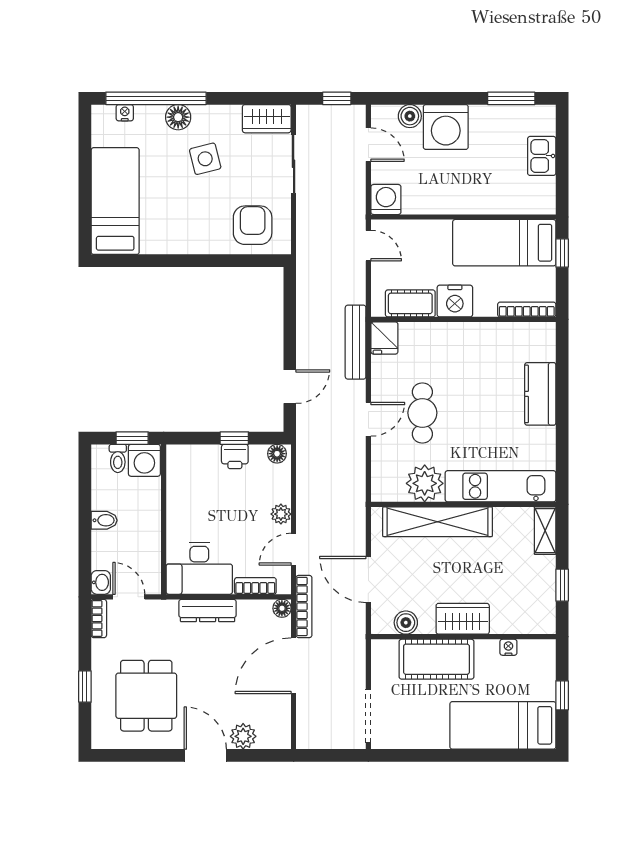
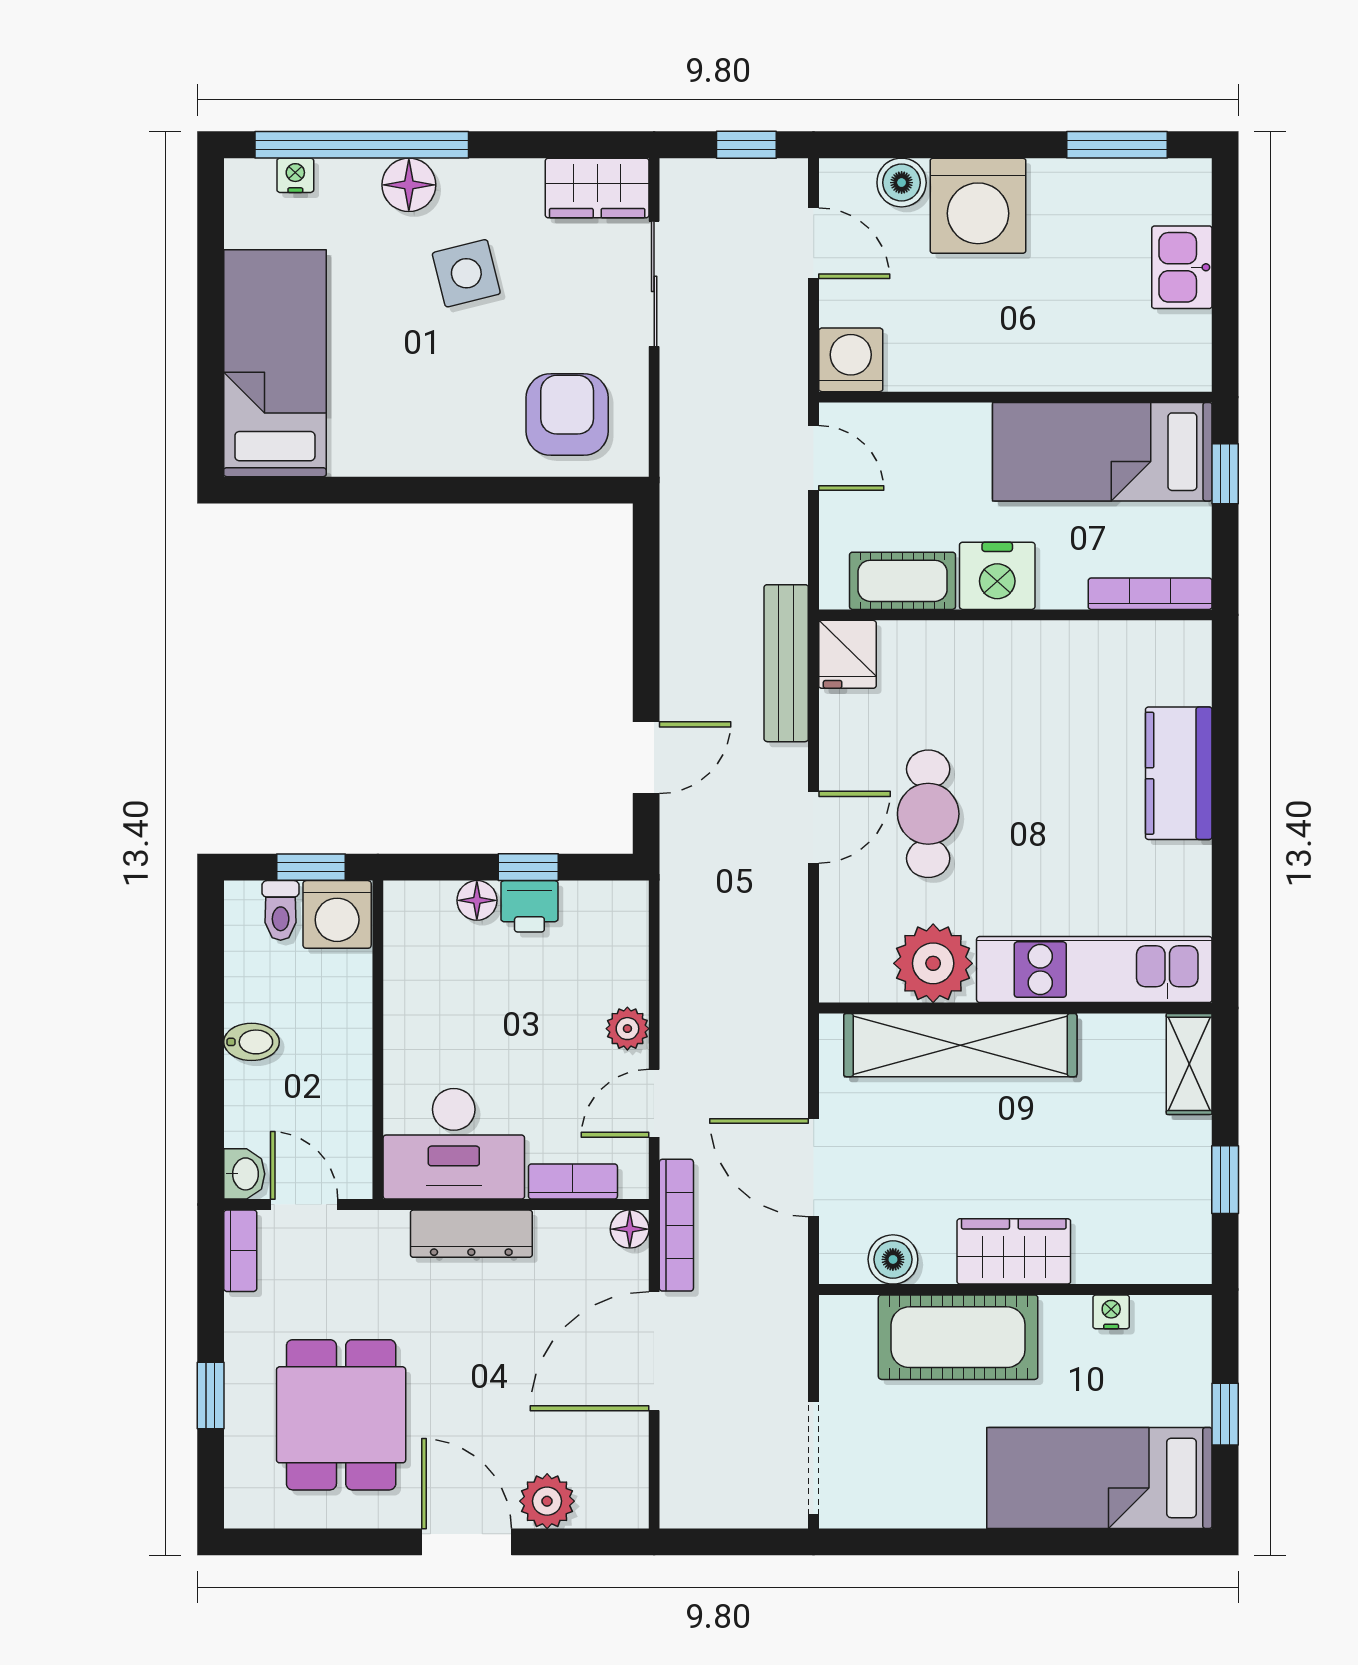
floor lamp: (277, 454) -> (477, 900), moved

